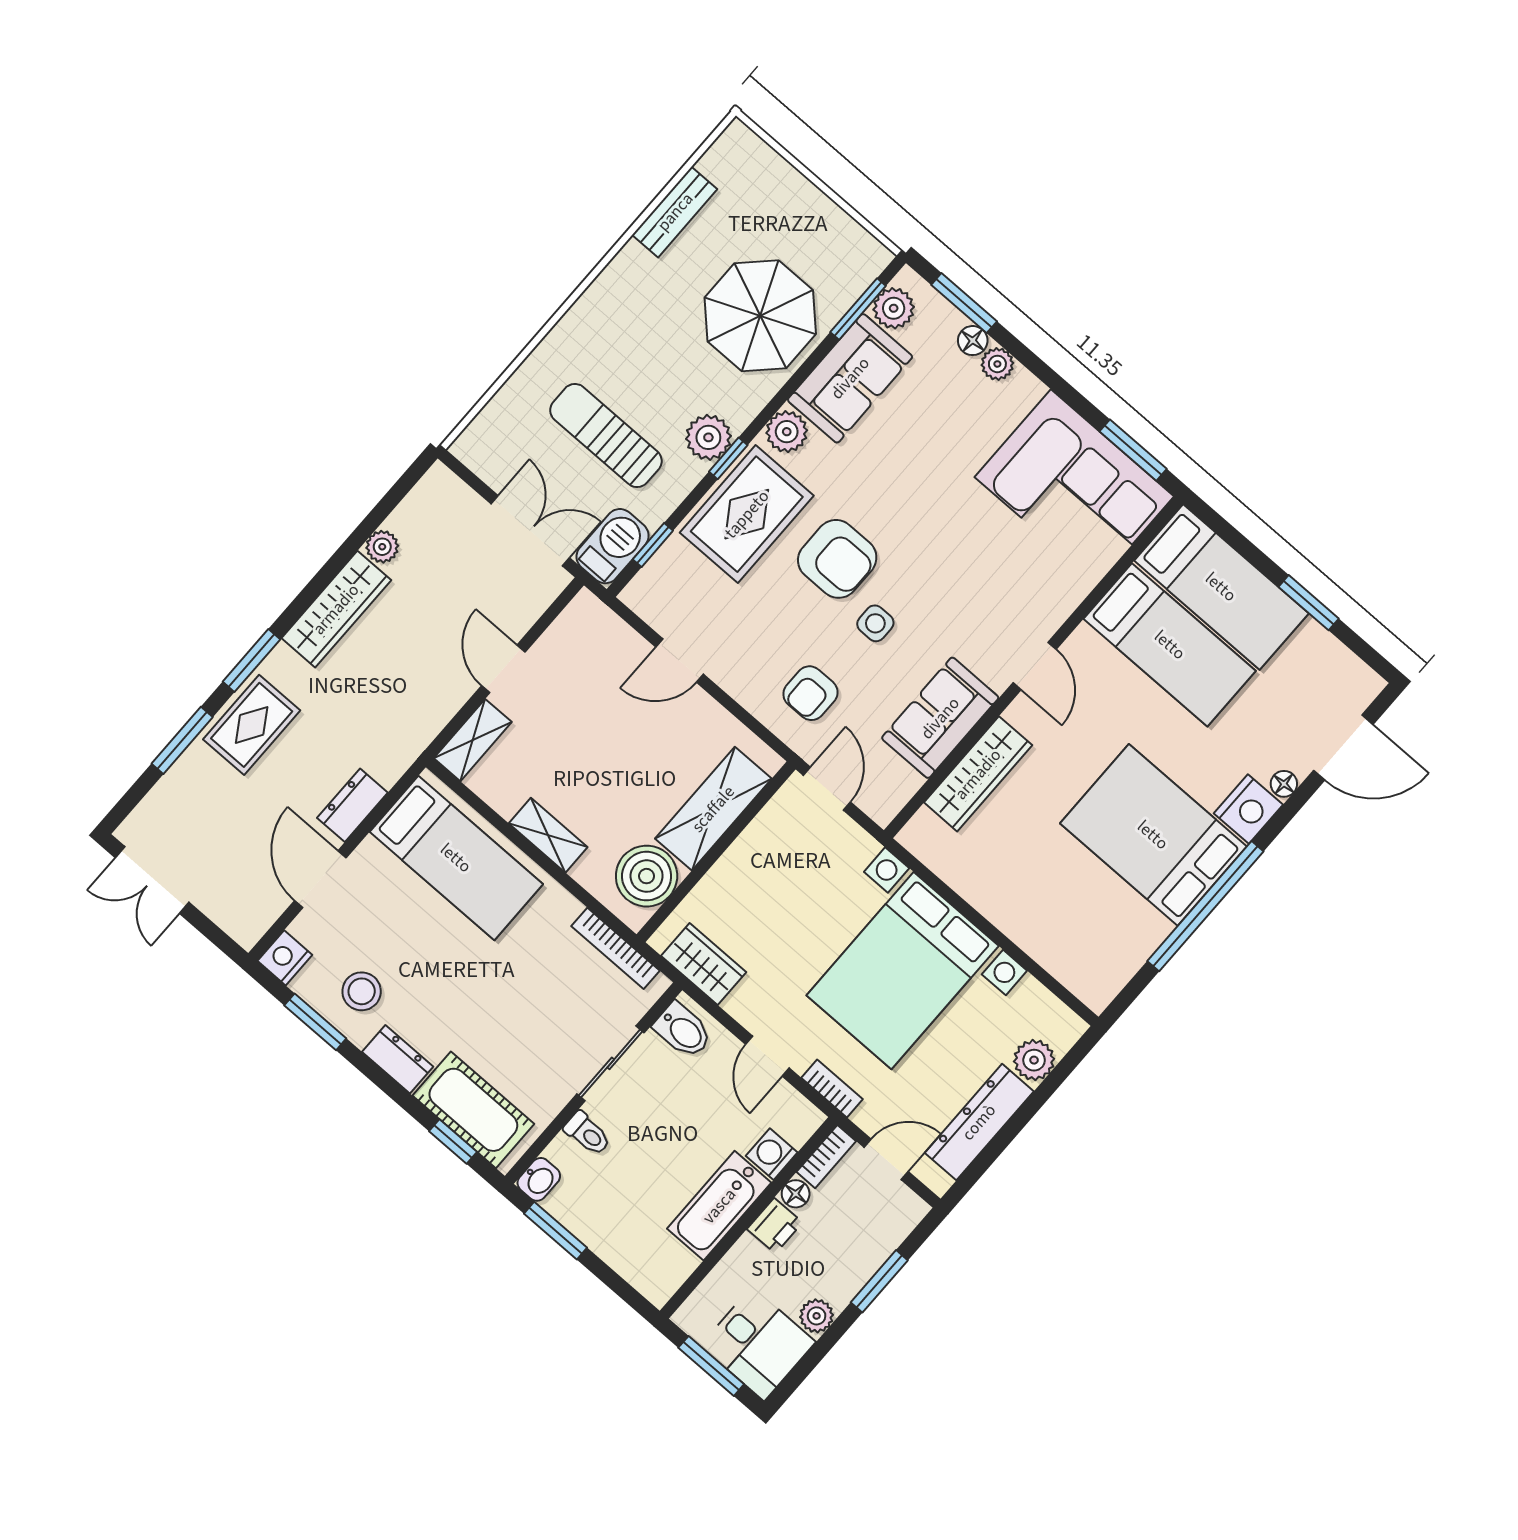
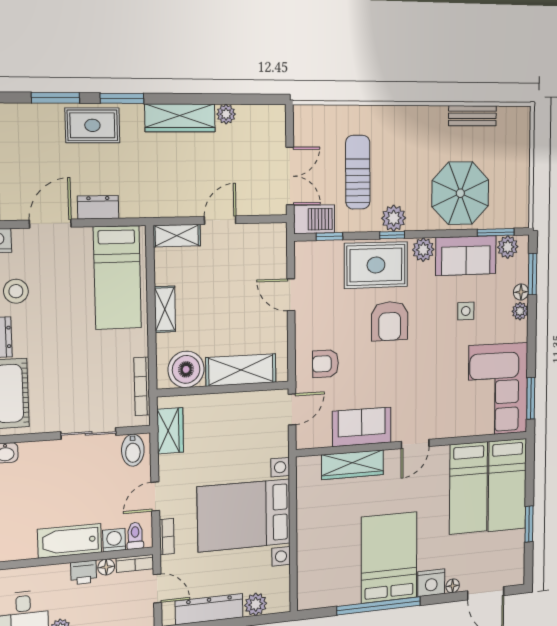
side table: (875, 623) -> (466, 311), moved
toilet: (587, 1134) -> (135, 536), moved, turned 180

